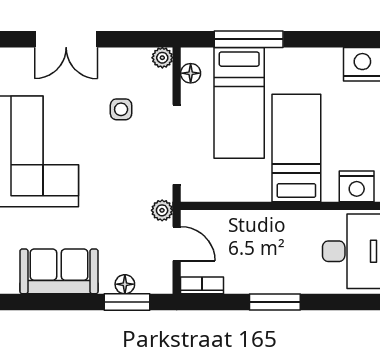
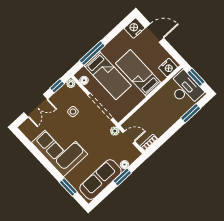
window: (135, 39) -> (57, 86), added
sofa: (59, 271) -> (100, 180), width x1.36
window: (127, 302) -> (122, 177), moved
window: (275, 302) -> (191, 113), moved

